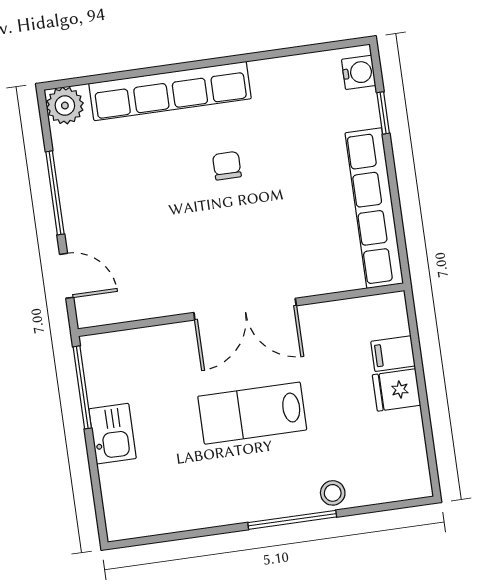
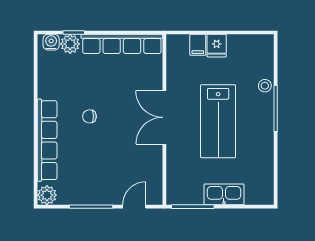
plant: (360, 109) -> (70, 44), added
double door: (245, 309) -> (164, 117), swing flipped
lab bench: (252, 413) -> (218, 121), width x1.36, depth x1.39
kitchen sink: (113, 434) -> (224, 194), width x1.38

